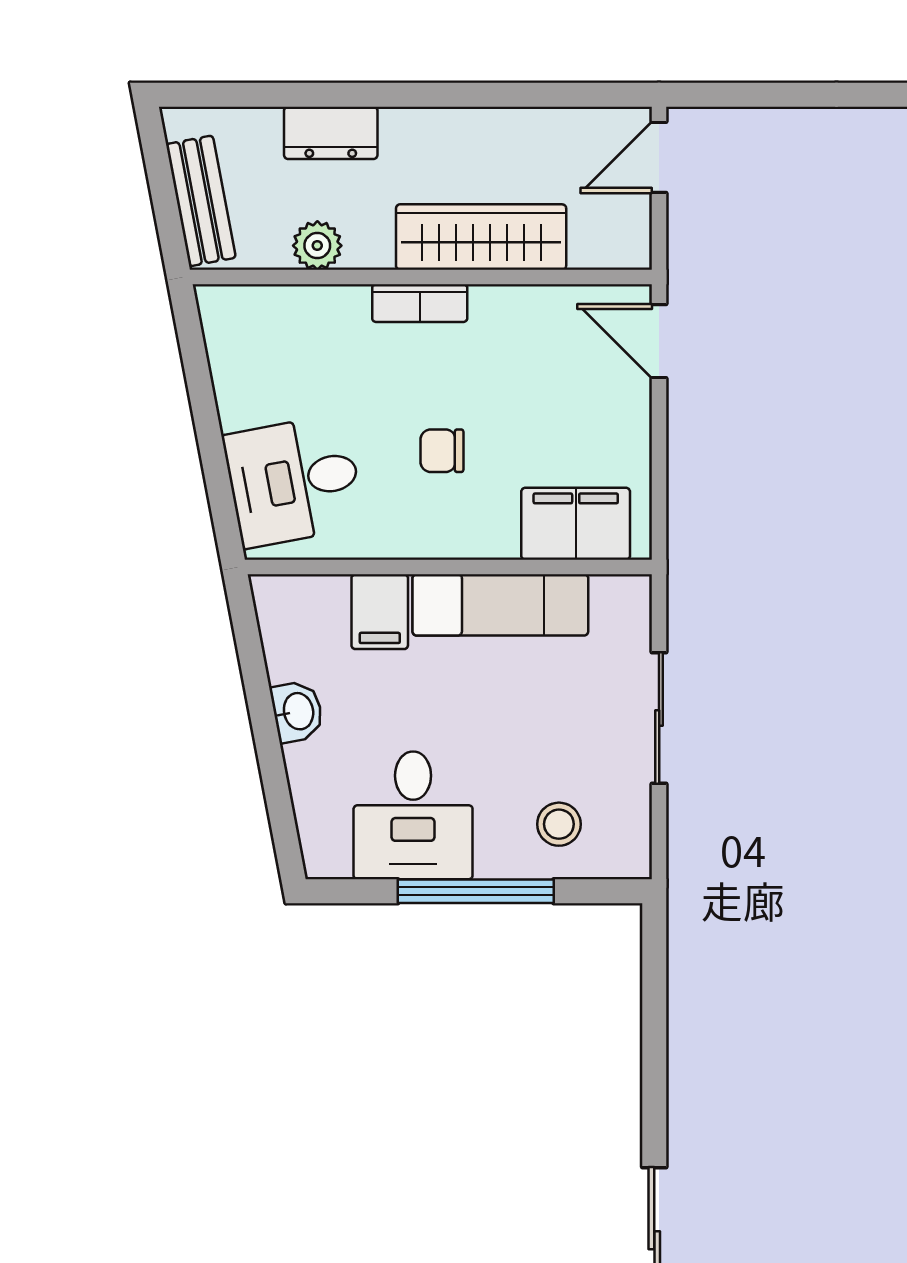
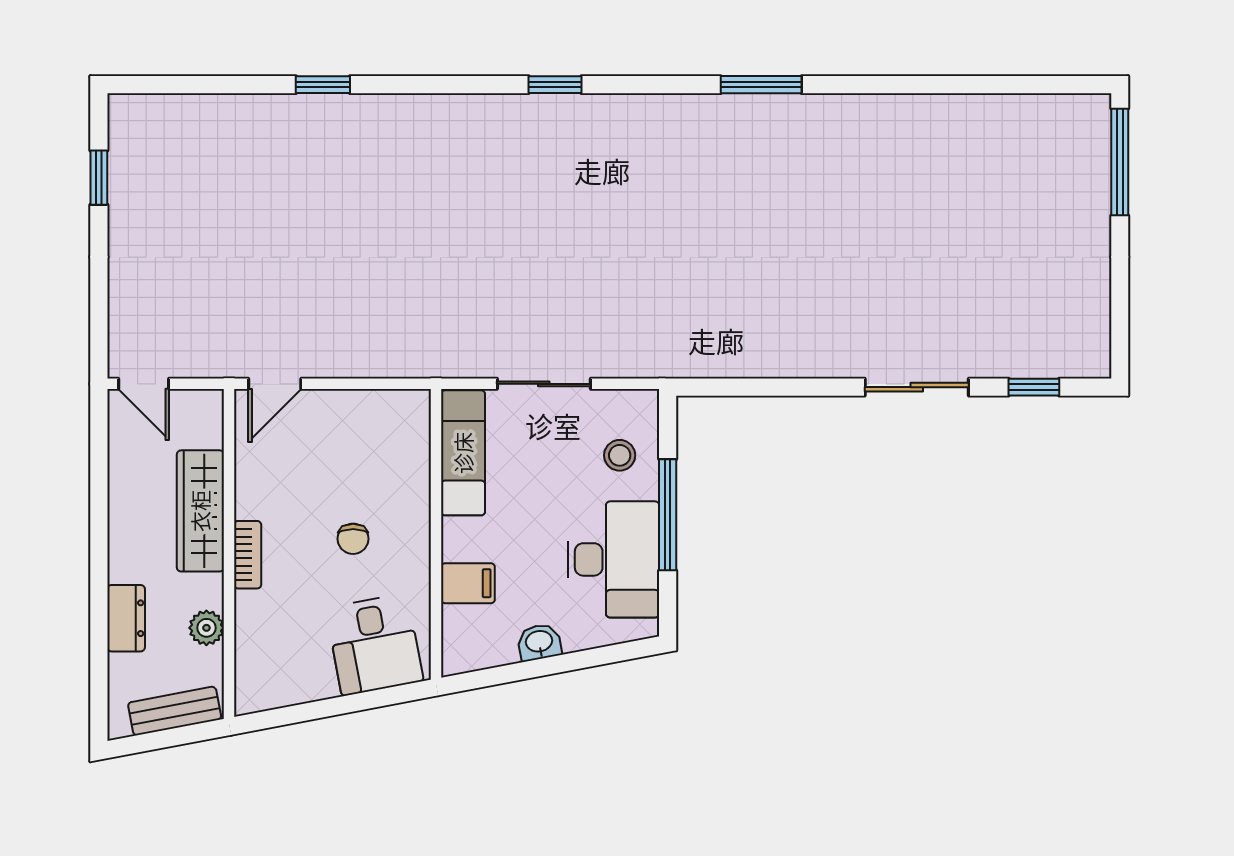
filing cabinet: (576, 524) -> (405, 443), removed
exam couch: (500, 605) -> (463, 453), moved
desk: (413, 815) -> (613, 559), width x1.37

